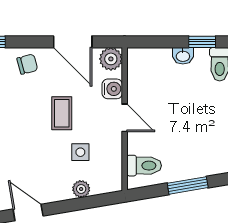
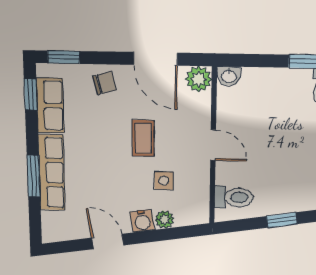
washbasin: (183, 56) -> (229, 76), moved
water cooler: (112, 89) -> (142, 221), moved, turned 80
window: (188, 185) -> (282, 220), width x0.67

